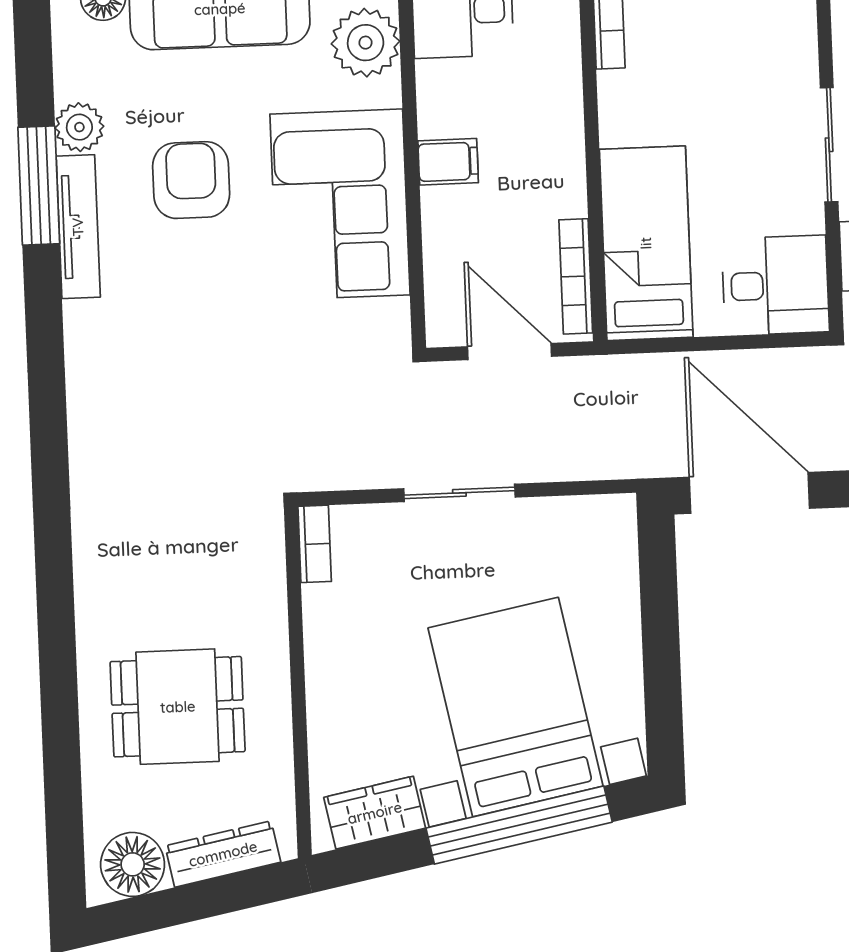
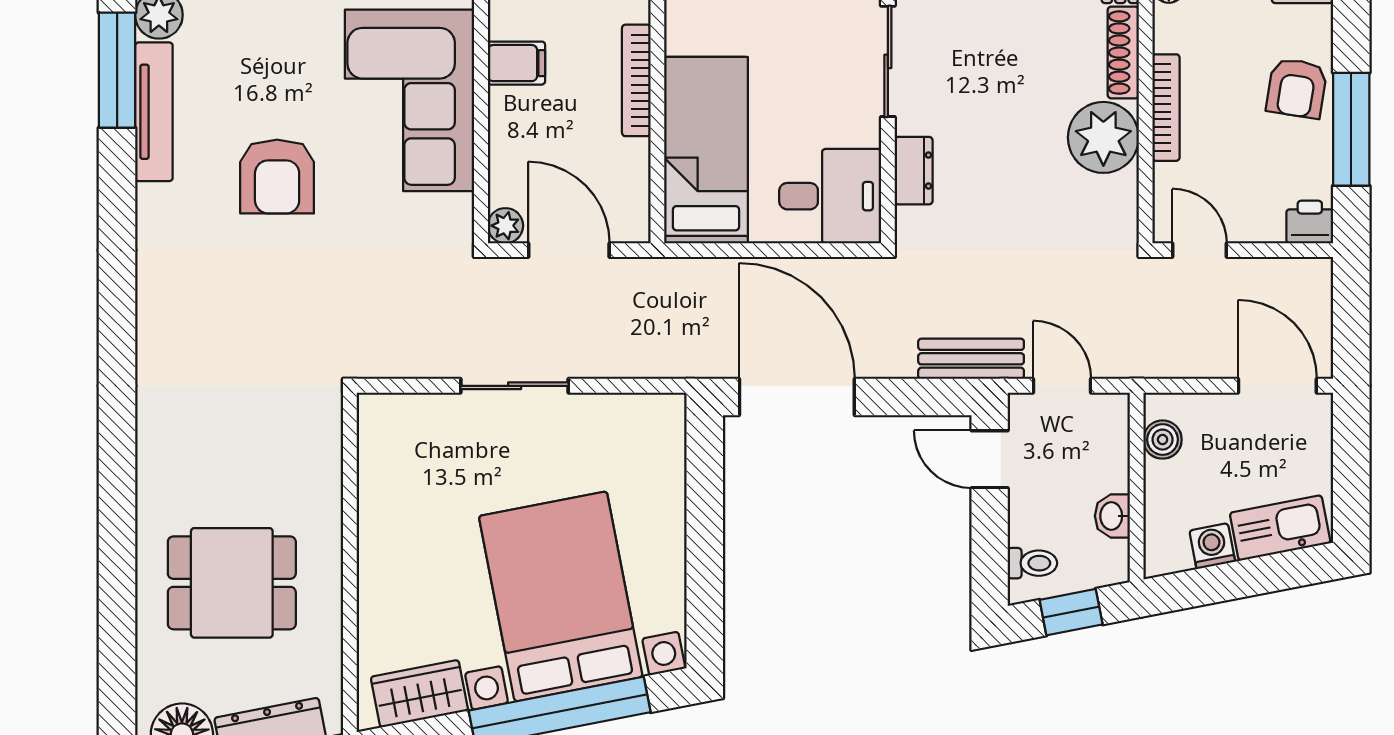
armchair: (191, 180) -> (277, 177), moved, turned 180
bookcase: (576, 276) -> (636, 80), moved
plant: (443, 329) -> (505, 226), added
bookcase: (315, 544) -> (372, 430), removed

